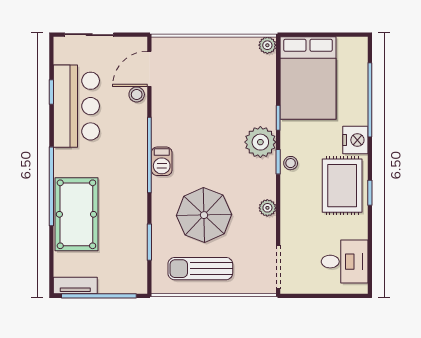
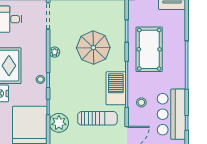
stool: (137, 94) -> (141, 102), moved
plant: (260, 142) -> (59, 123), moved
barbecue: (162, 161) -> (116, 88), width x1.88, depth x1.53
pool table: (76, 214) -> (149, 49), moved
sun lounger: (200, 269) -> (97, 118), moved

